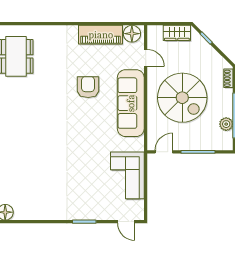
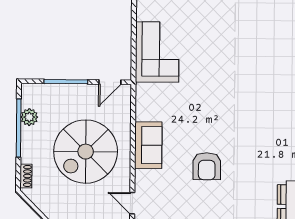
spiral stairs: (182, 98) -> (86, 152), turned -90
sofa: (131, 103) -> (148, 145), width x0.54, depth x0.79

